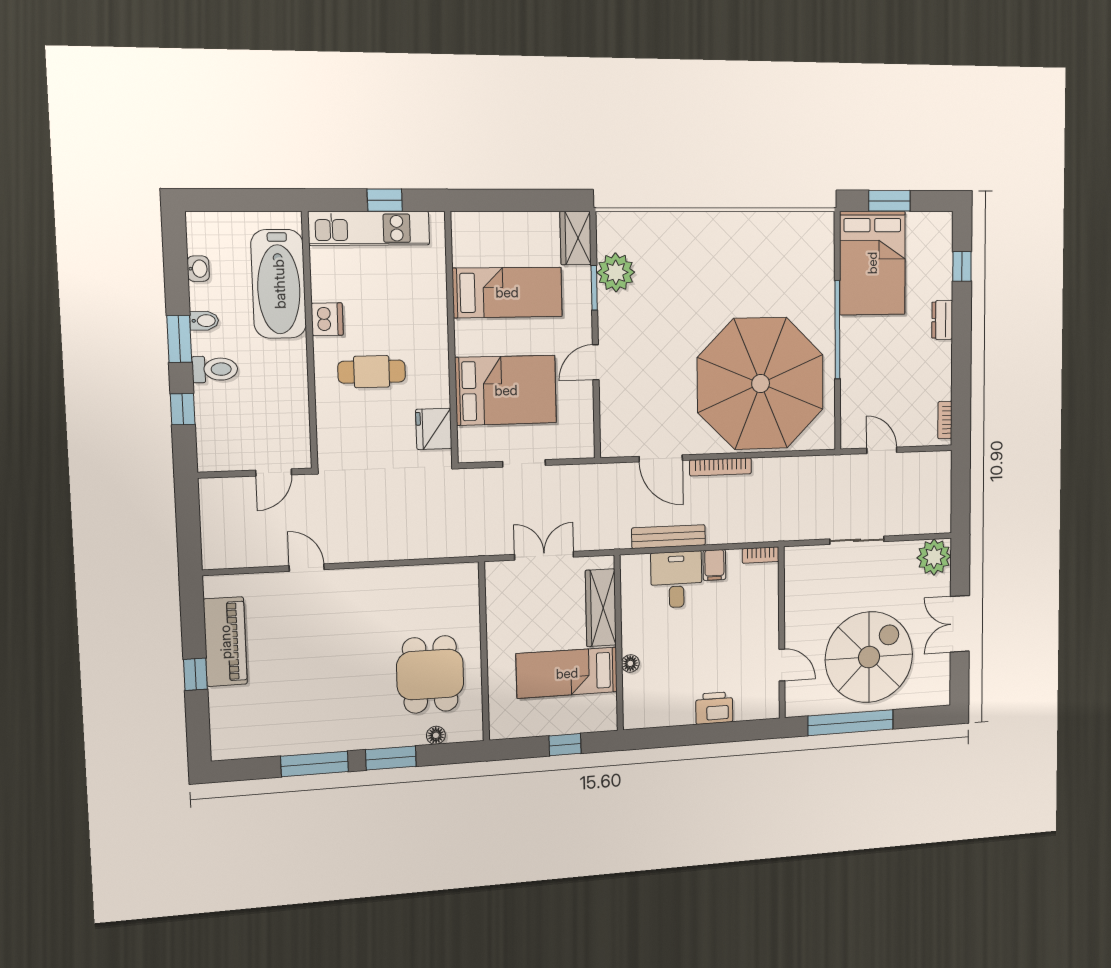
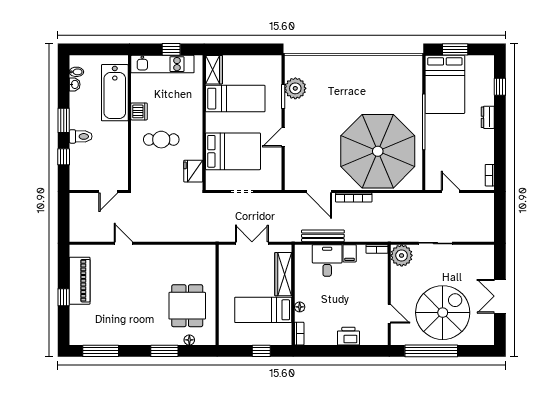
wardrobe: (576, 238) -> (214, 70), moved, turned 180
bidet: (204, 321) -> (76, 72), moved
plant: (934, 557) -> (402, 255), moved
bookcase: (630, 710) -> (299, 334), added
window: (315, 764) -> (101, 351), moved

